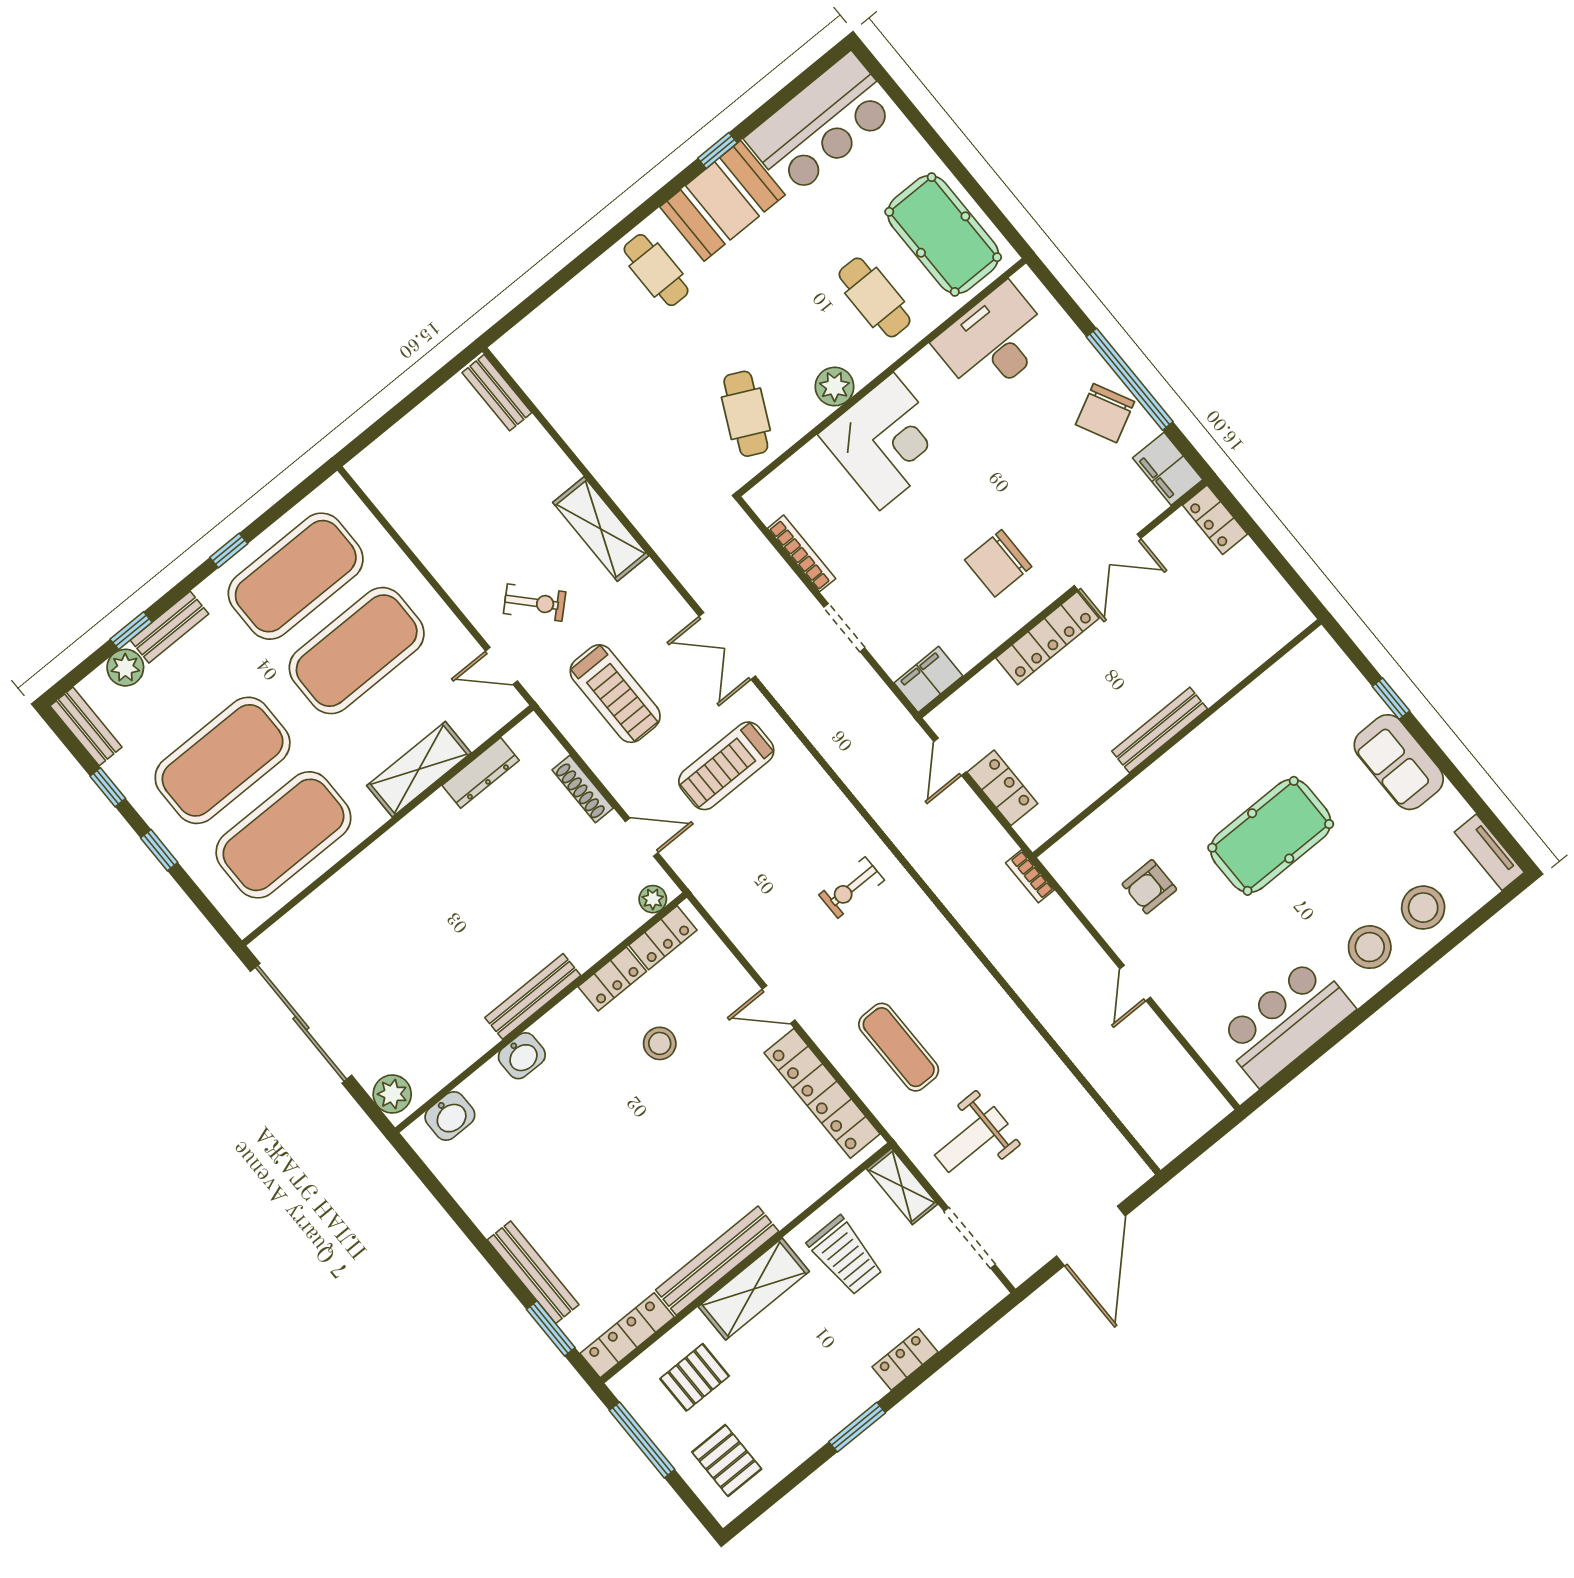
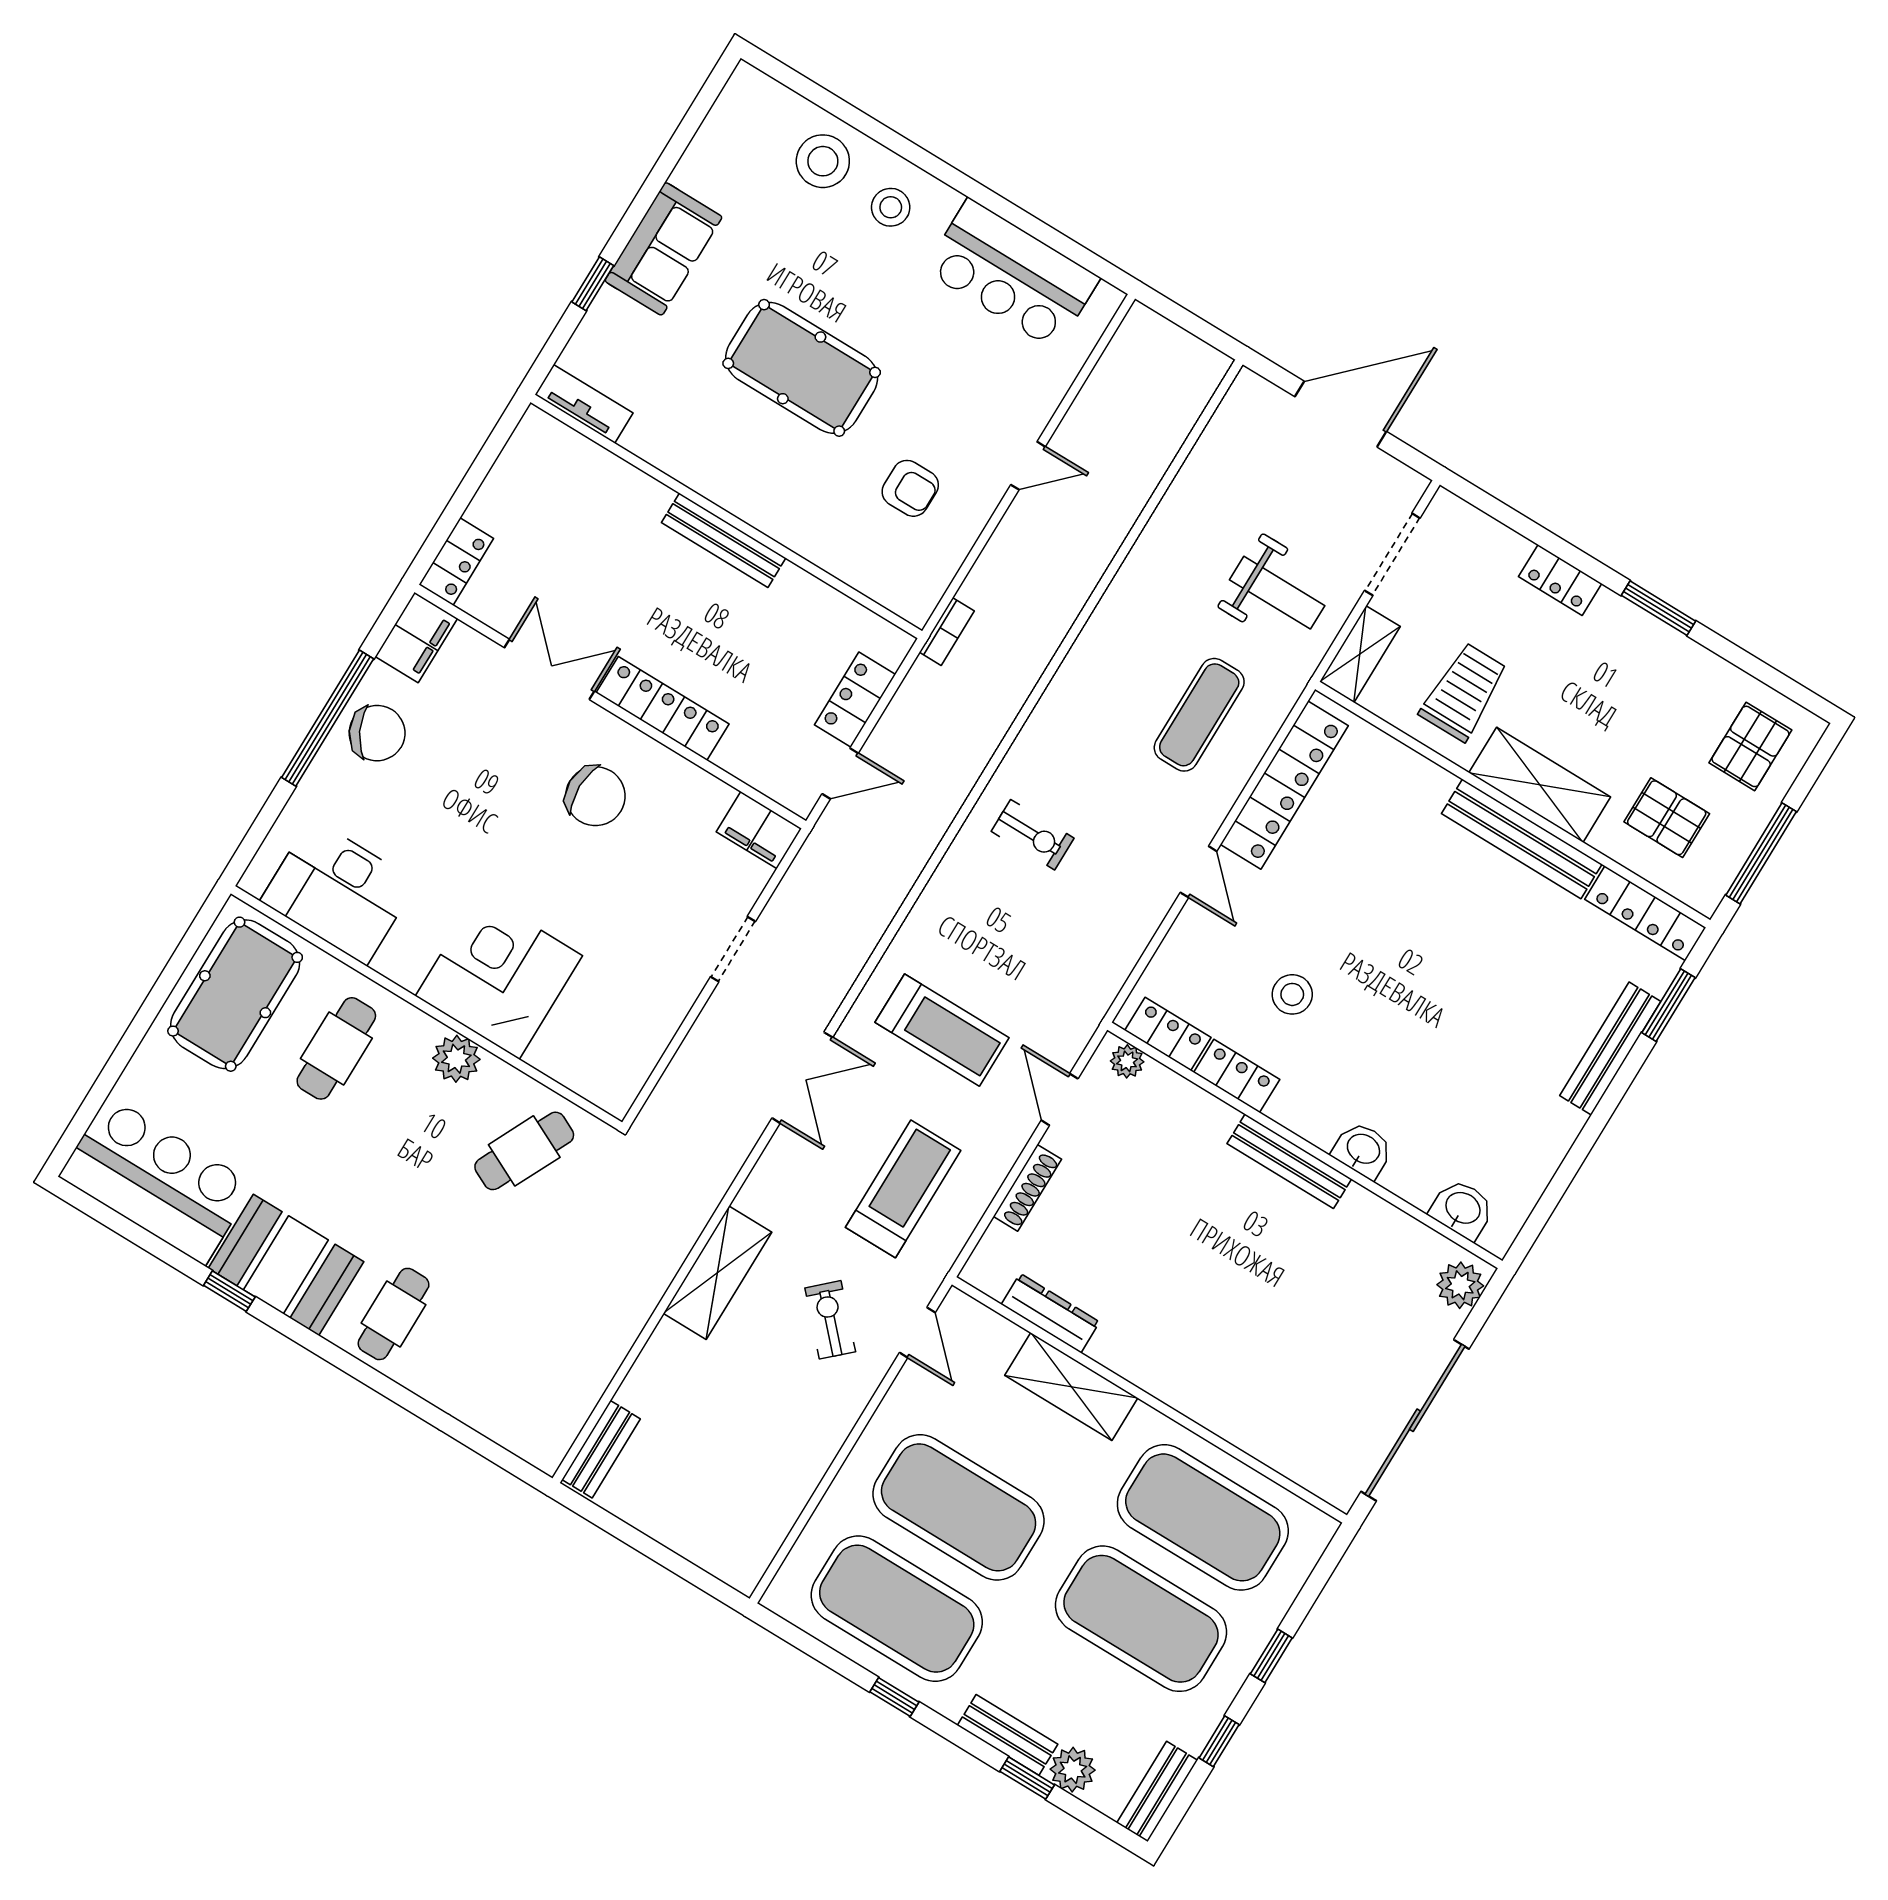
bookcase: (802, 553) -> (664, 1029), removed
tv unit: (1489, 852) -> (584, 404), moved, turned -90
stool: (1370, 947) -> (891, 207), width x0.73, depth x0.73

